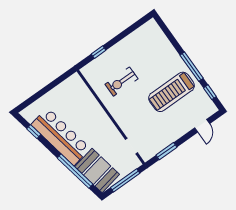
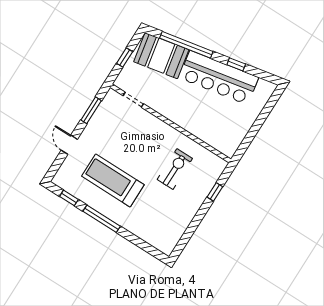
treadmill: (172, 92) -> (113, 180), turned -90
door: (202, 126) -> (69, 145), moved
window: (34, 132) -> (236, 64), moved
window: (125, 180) -> (125, 57), width x0.46

